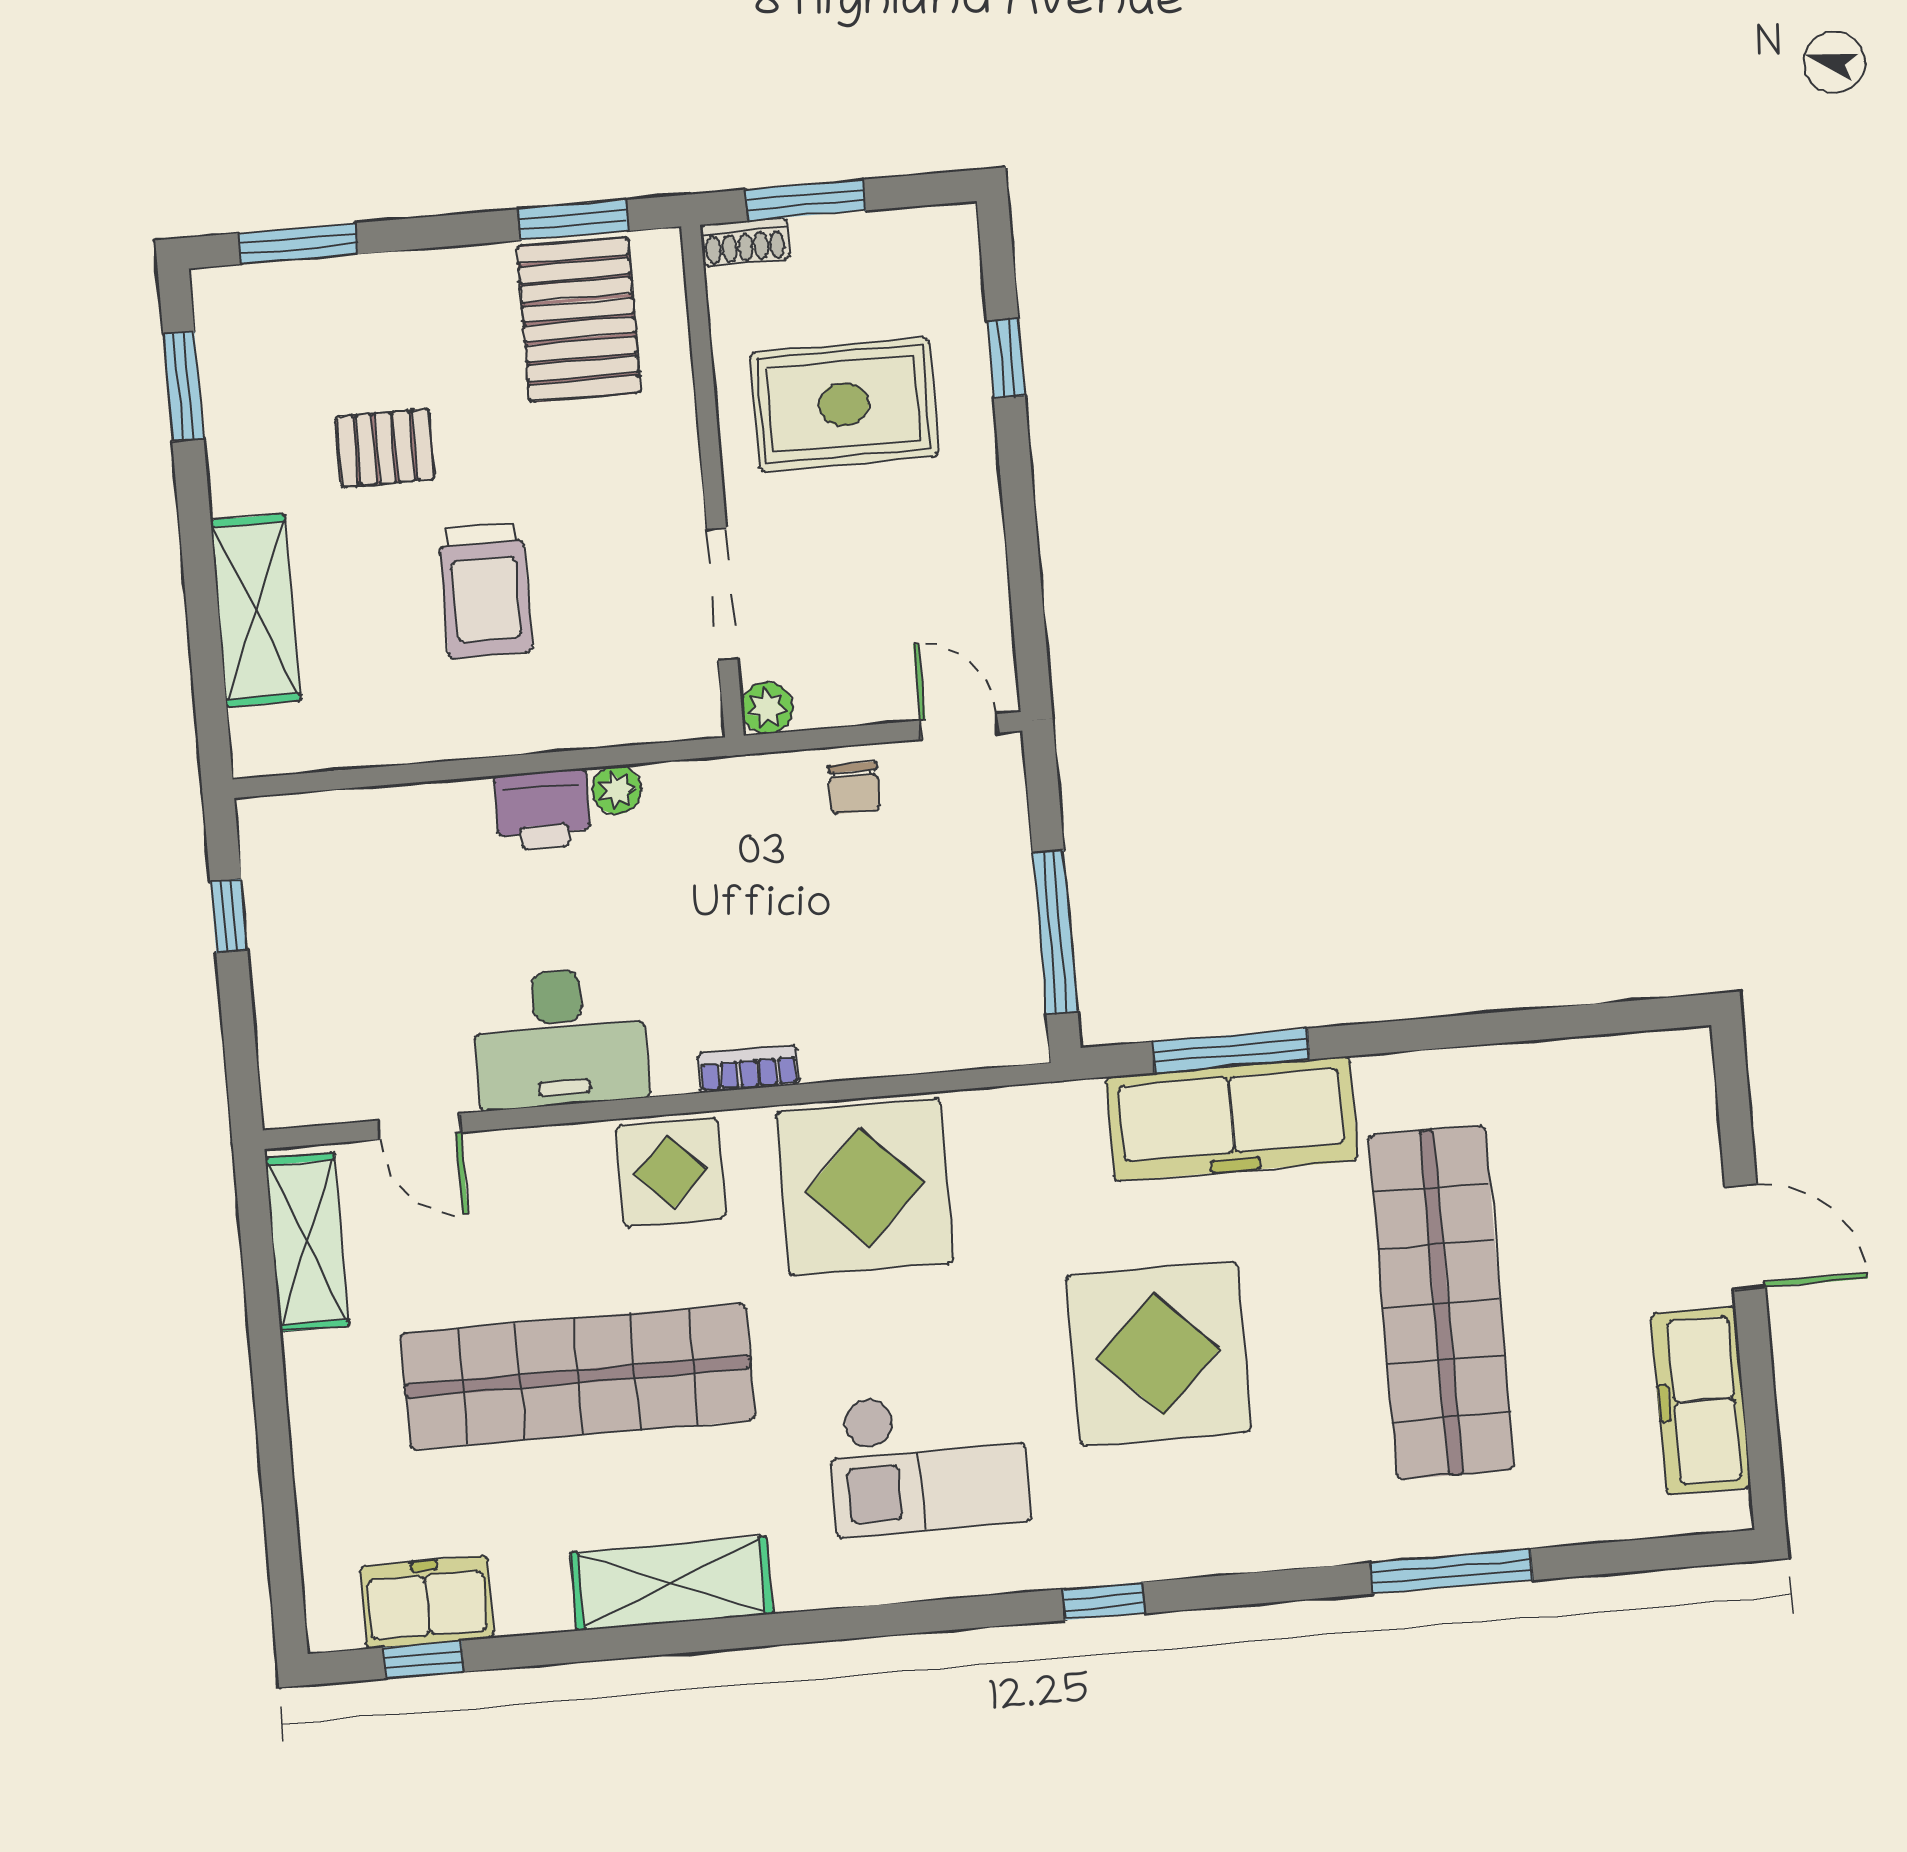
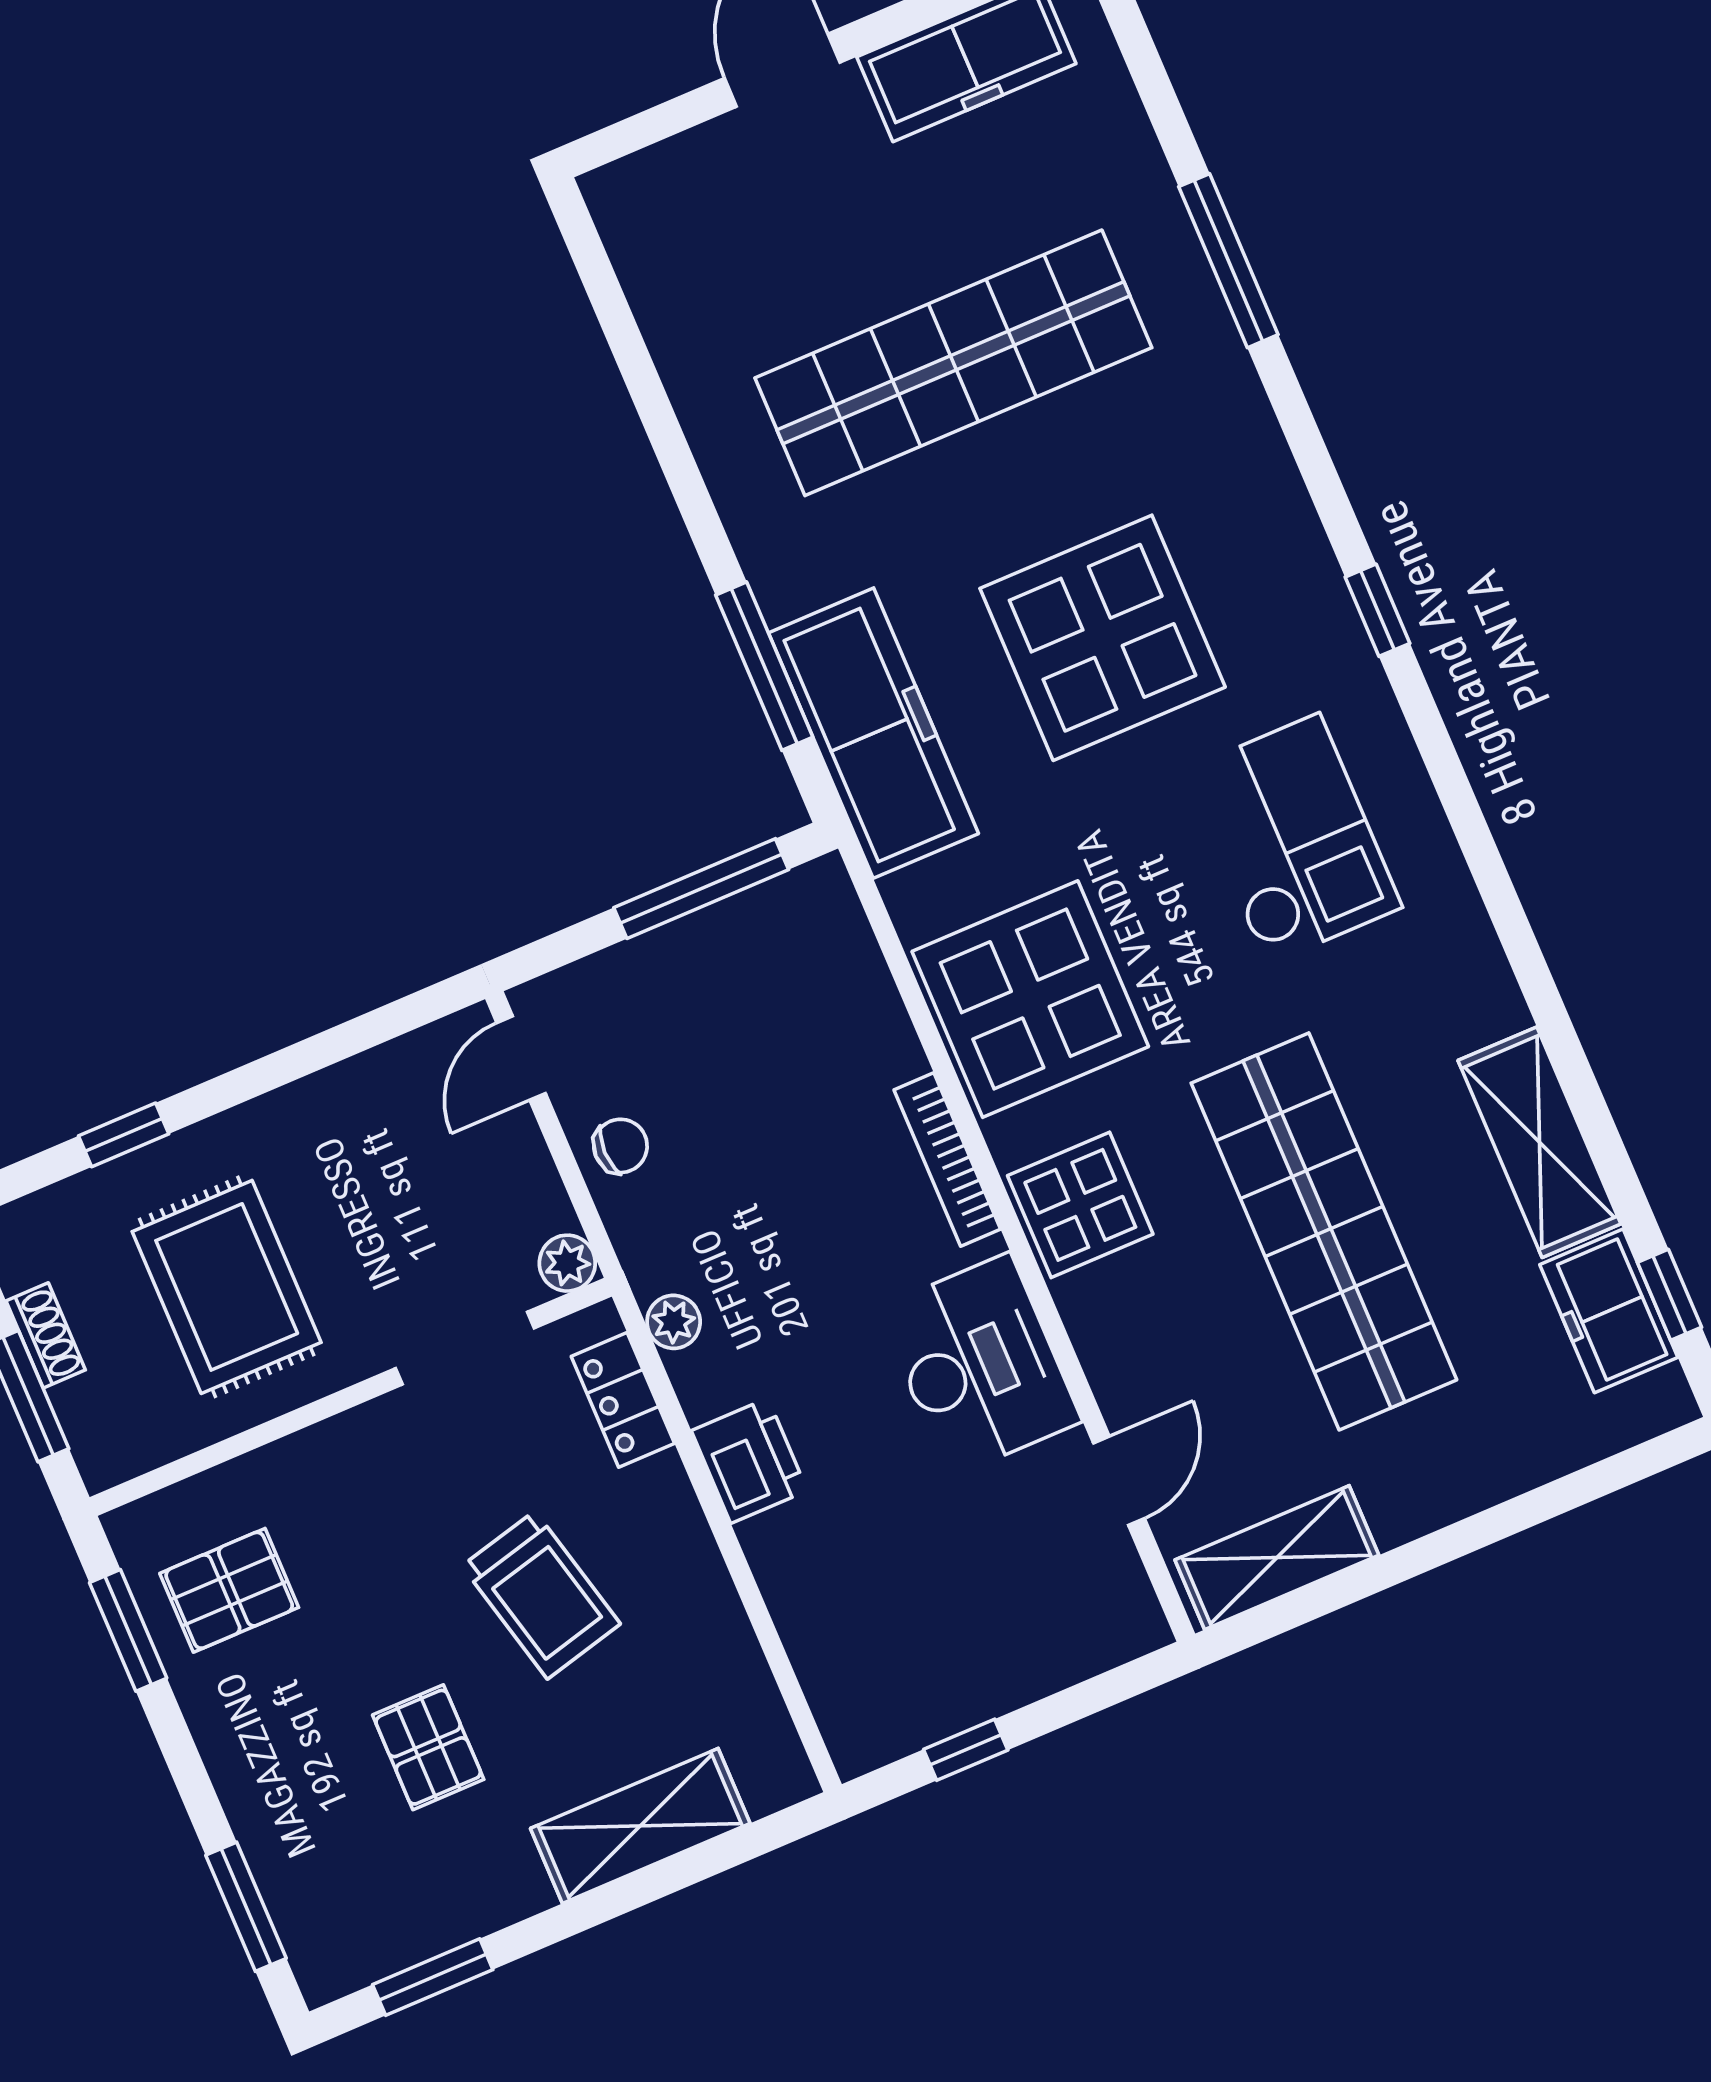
shoe rack: (745, 242) -> (46, 1335), moved
pallet: (579, 320) -> (229, 1590), width x0.67, depth x0.71
trolley: (485, 590) -> (541, 1595), turned 76
locker: (632, 717) -> (623, 1400), added
plant: (617, 790) -> (674, 1322), moved
bookcase: (748, 1069) -> (947, 1160), width x1.56
freezer: (1232, 1119) -> (873, 733), moved
shelving: (671, 1583) -> (1539, 1142), moved

